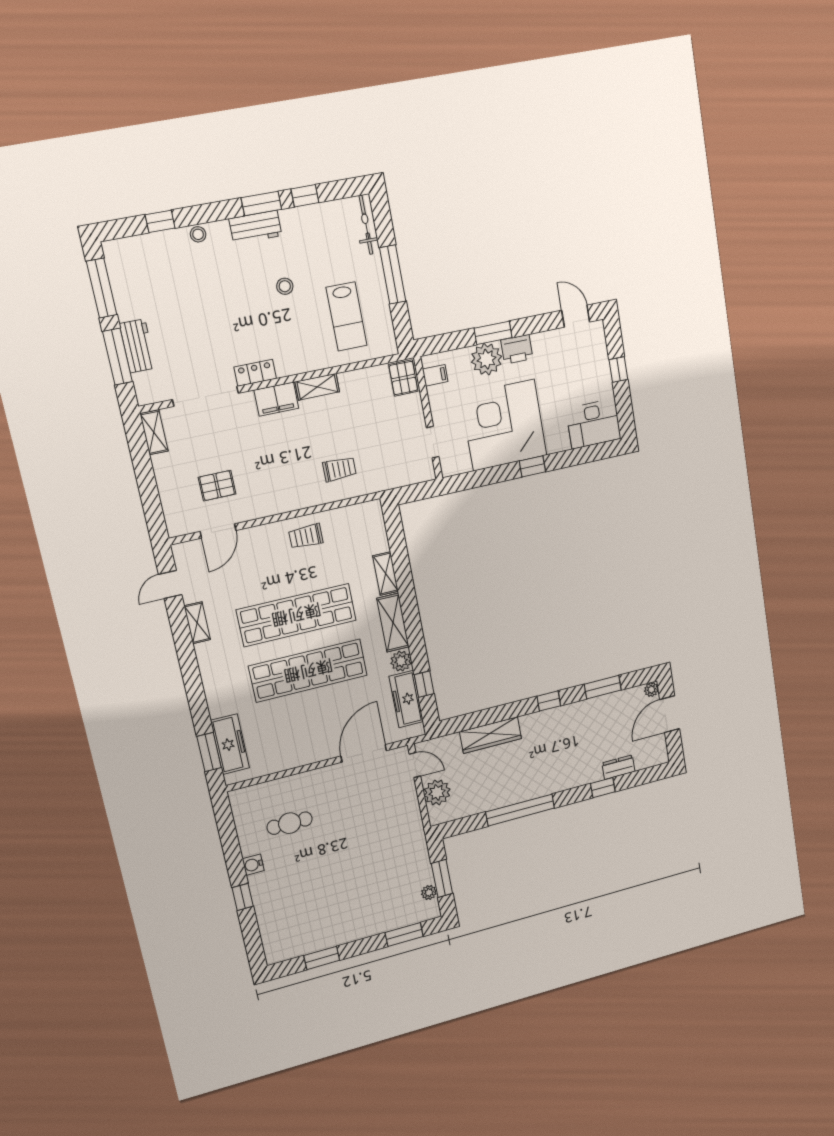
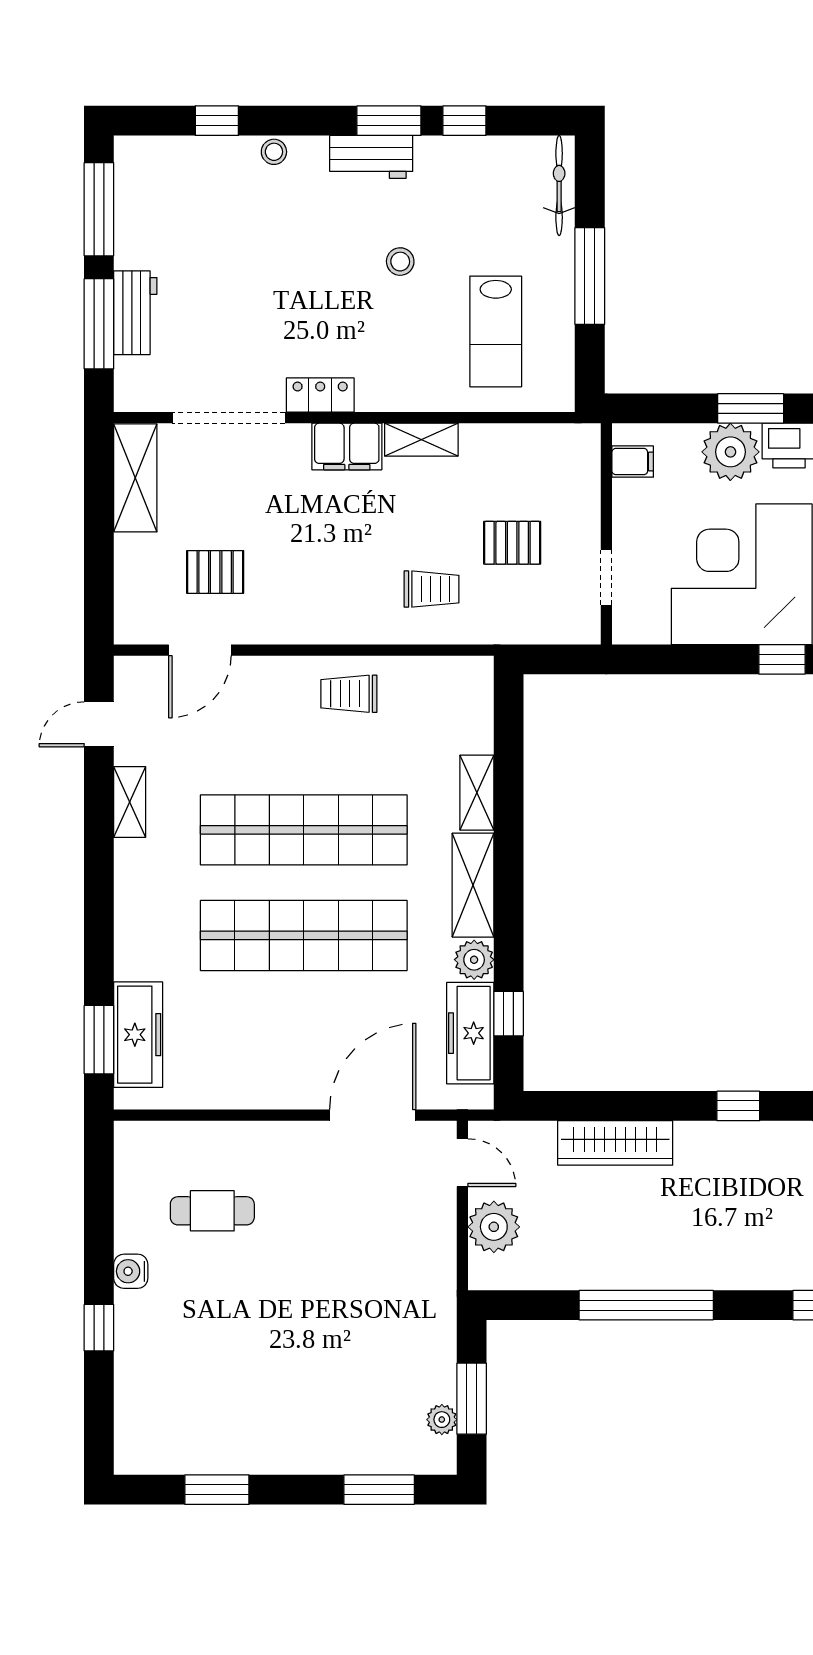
pallet: (403, 378) -> (512, 543), moved, turned 90
shelving: (154, 432) -> (135, 478), width x1.50, depth x1.33

